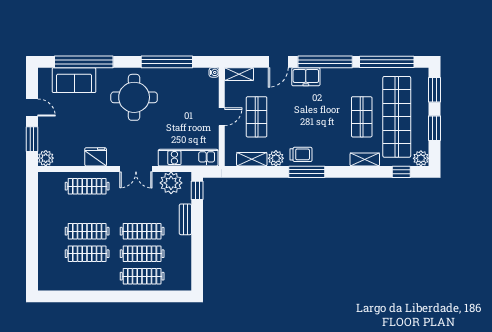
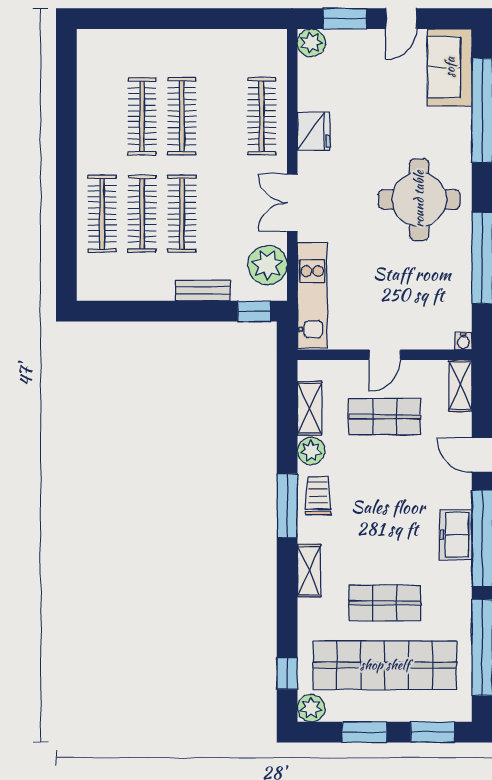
freezer: (306, 77) -> (456, 535), moved
sofa: (74, 80) -> (450, 67), moved
door: (222, 117) -> (385, 355), hinge flipped
trolley: (301, 154) -> (318, 495), turned 180
shelving: (365, 159) -> (309, 571), moved

